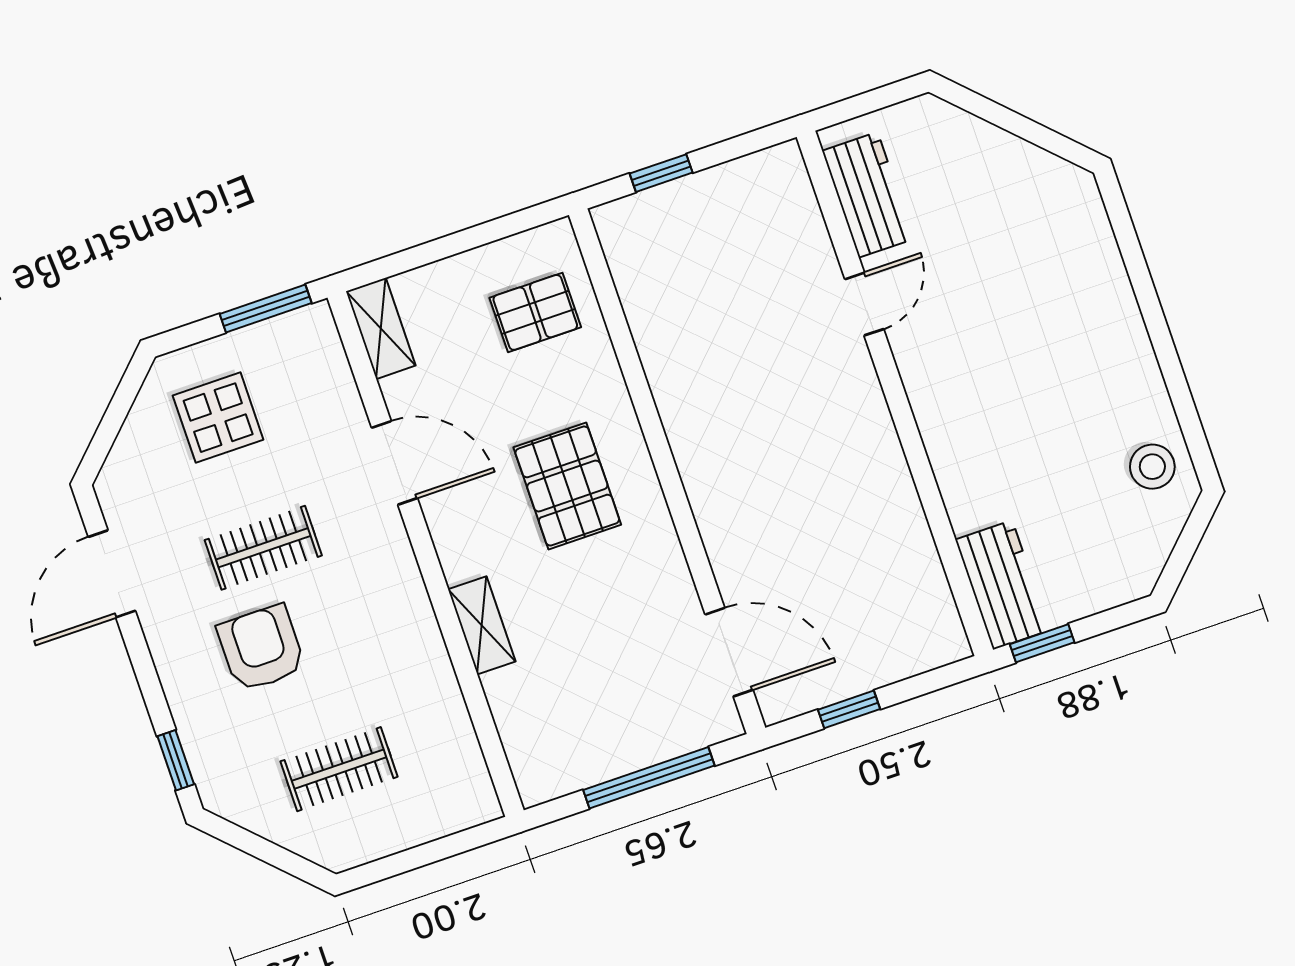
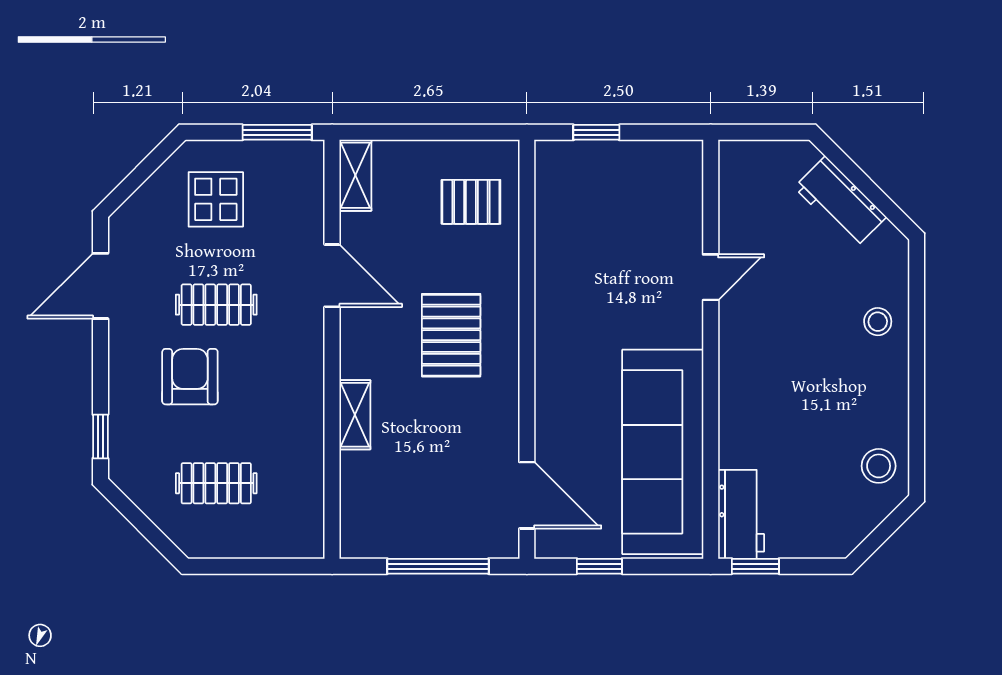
workbench: (868, 195) -> (840, 202), moved, turned 135
stool: (1090, 288) -> (878, 322), added
sofa: (879, 541) -> (663, 452), added

